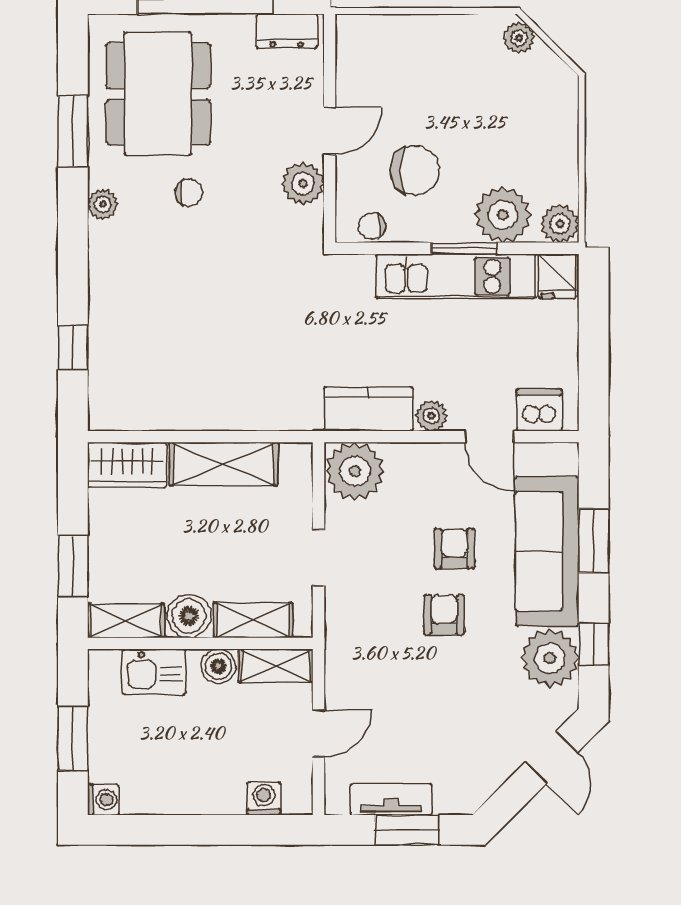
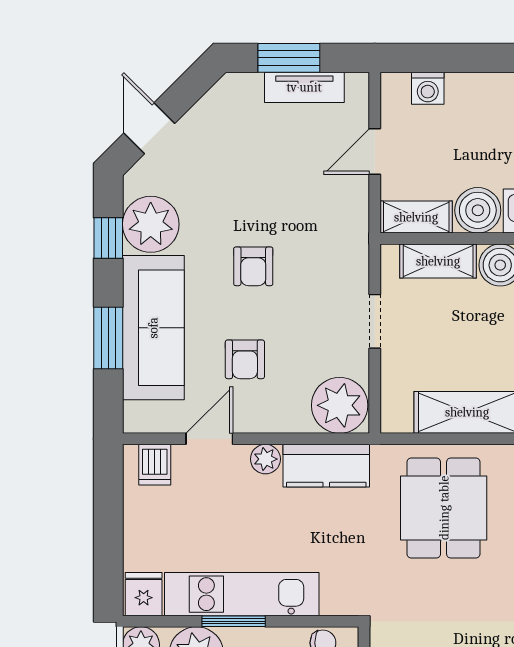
dining table: (247, 365) -> (444, 508), added
dishwasher: (539, 410) -> (155, 465), width x0.73
door: (489, 437) -> (209, 439), hinge flipped
armchair: (455, 548) -> (245, 359), moved
boiler: (218, 666) -> (478, 210), width x1.36, depth x1.36

